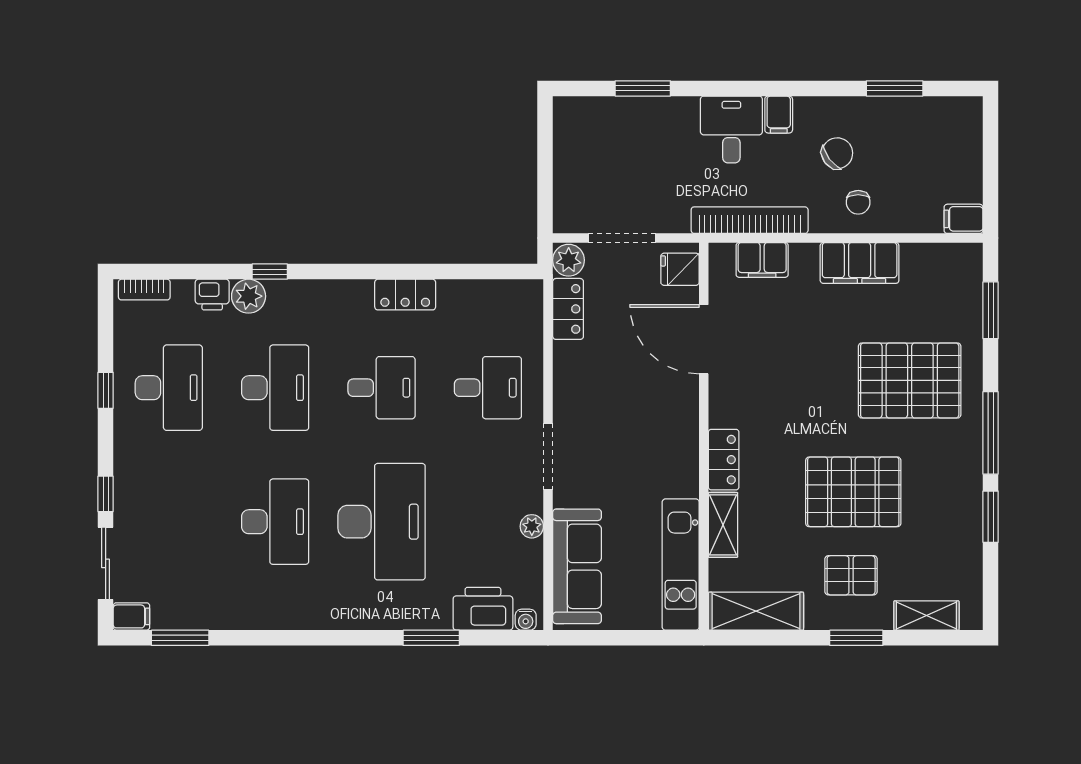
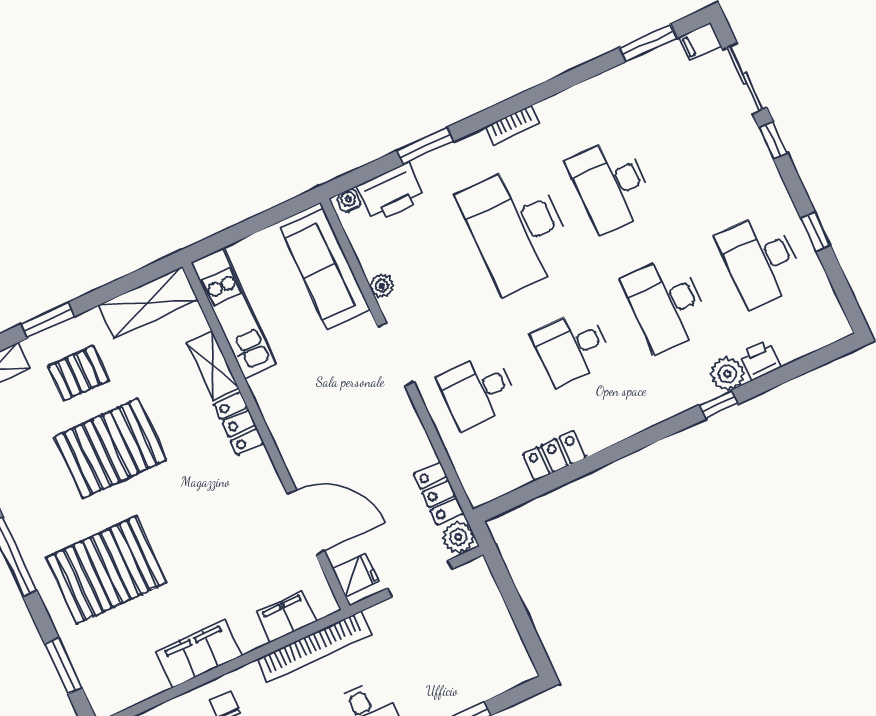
bookcase: (144, 290) -> (512, 125), moved, turned 180
locker: (405, 295) -> (554, 456), moved

